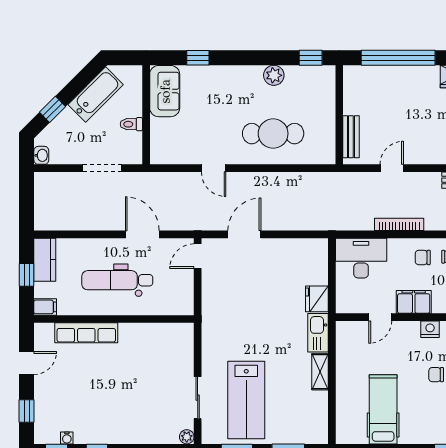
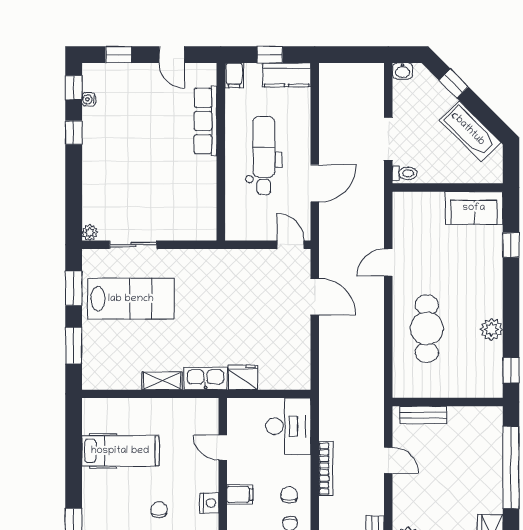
toilet: (131, 124) -> (405, 173), moved, turned 90
filing cabinet: (414, 302) -> (240, 494), width x0.50
lab bench: (246, 400) -> (131, 299), turned 180

